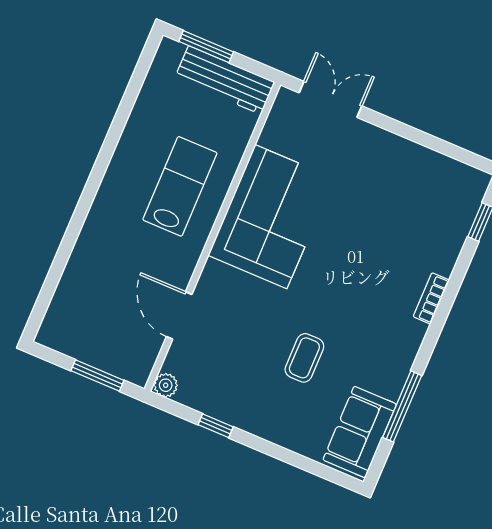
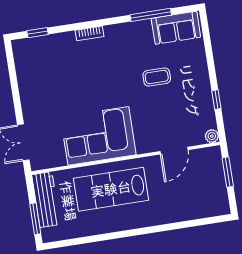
lab bench: (180, 186) -> (111, 189), width x1.36, depth x1.39

